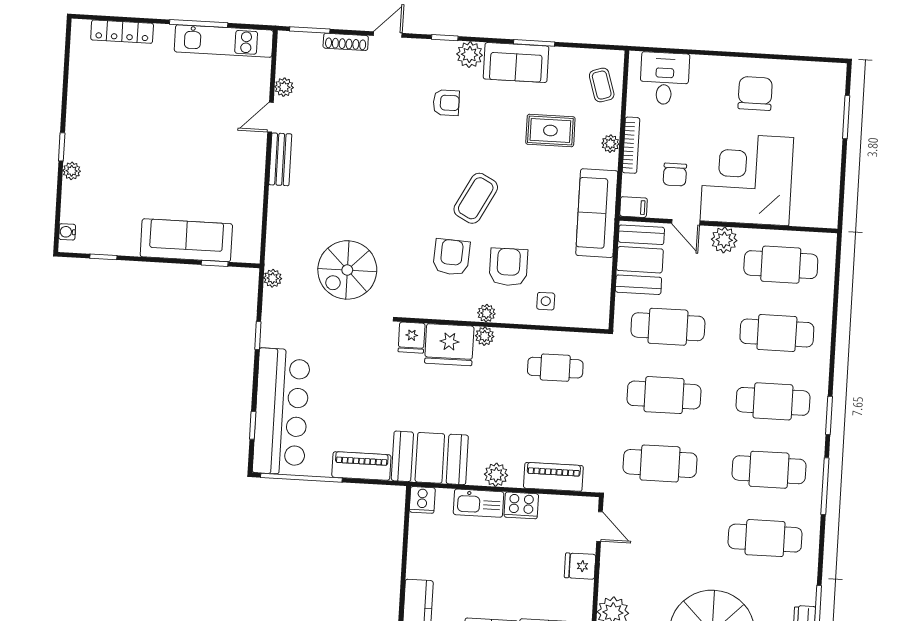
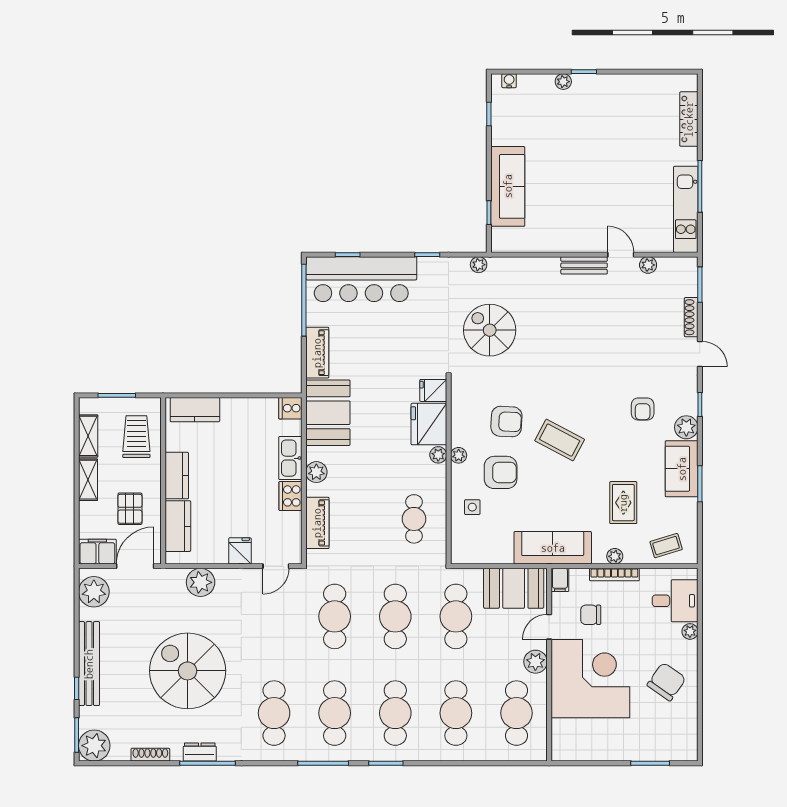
plant: (700, 64) -> (690, 631), added
chair: (755, 93) -> (666, 682), turned -55

